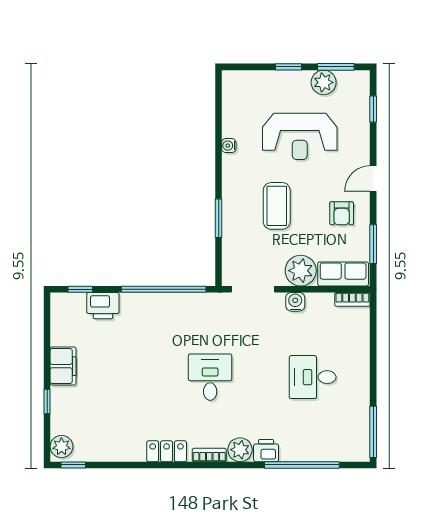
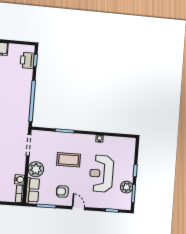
water cooler: (295, 302) -> (20, 179), moved
printer: (103, 306) -> (27, 60), moved

